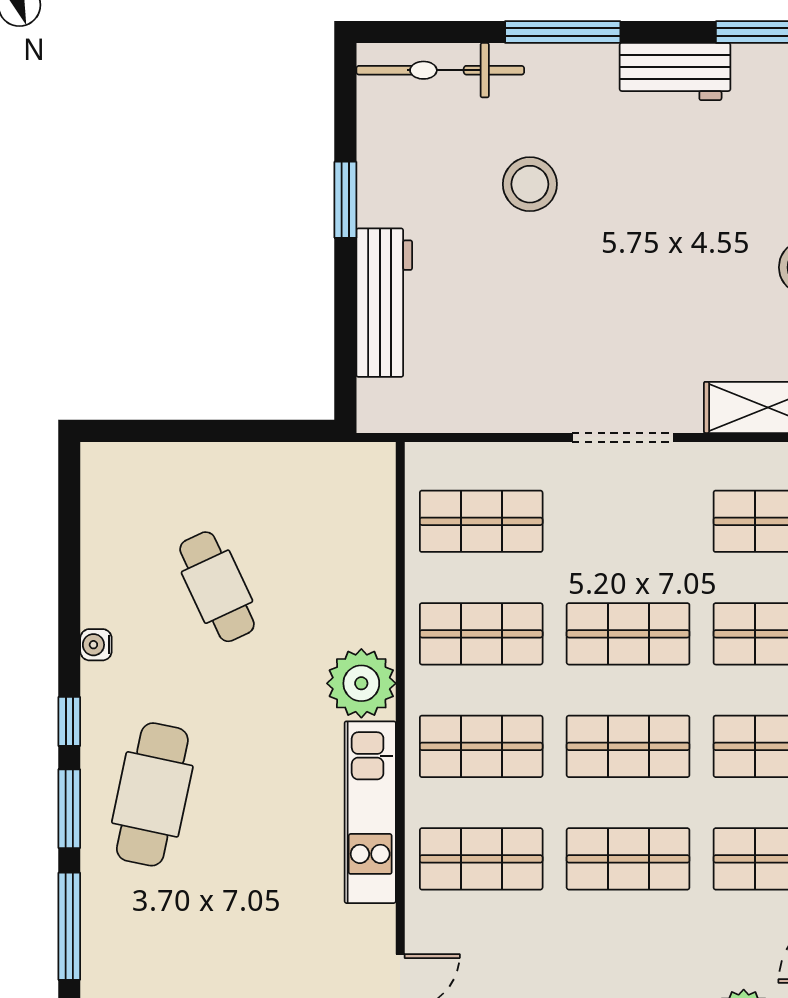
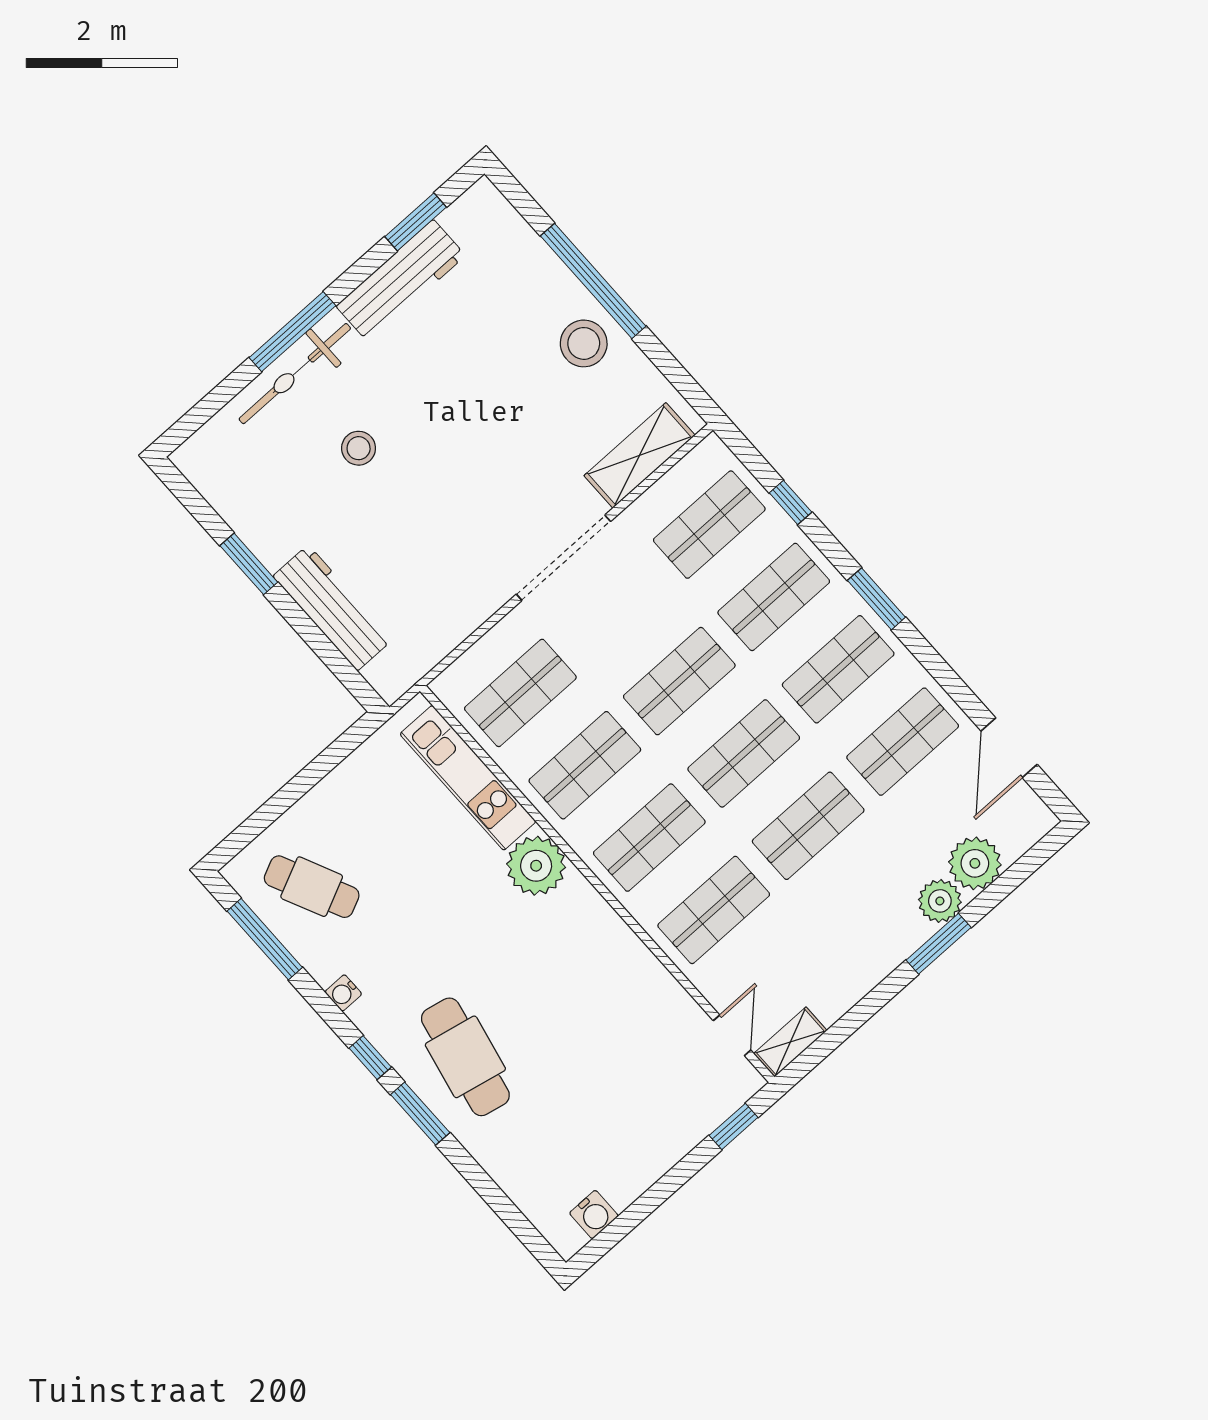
bicycle: (440, 70) -> (295, 374), moved
workbench: (675, 72) -> (401, 281), width x1.38
stool: (530, 184) -> (359, 448), width x0.73, depth x0.73
doorway: (623, 437) -> (563, 558), width x1.36
cafe table: (217, 587) -> (312, 887), moved
kitchen unit: (370, 812) -> (468, 778), moved
window: (69, 926) -> (265, 939), moved

